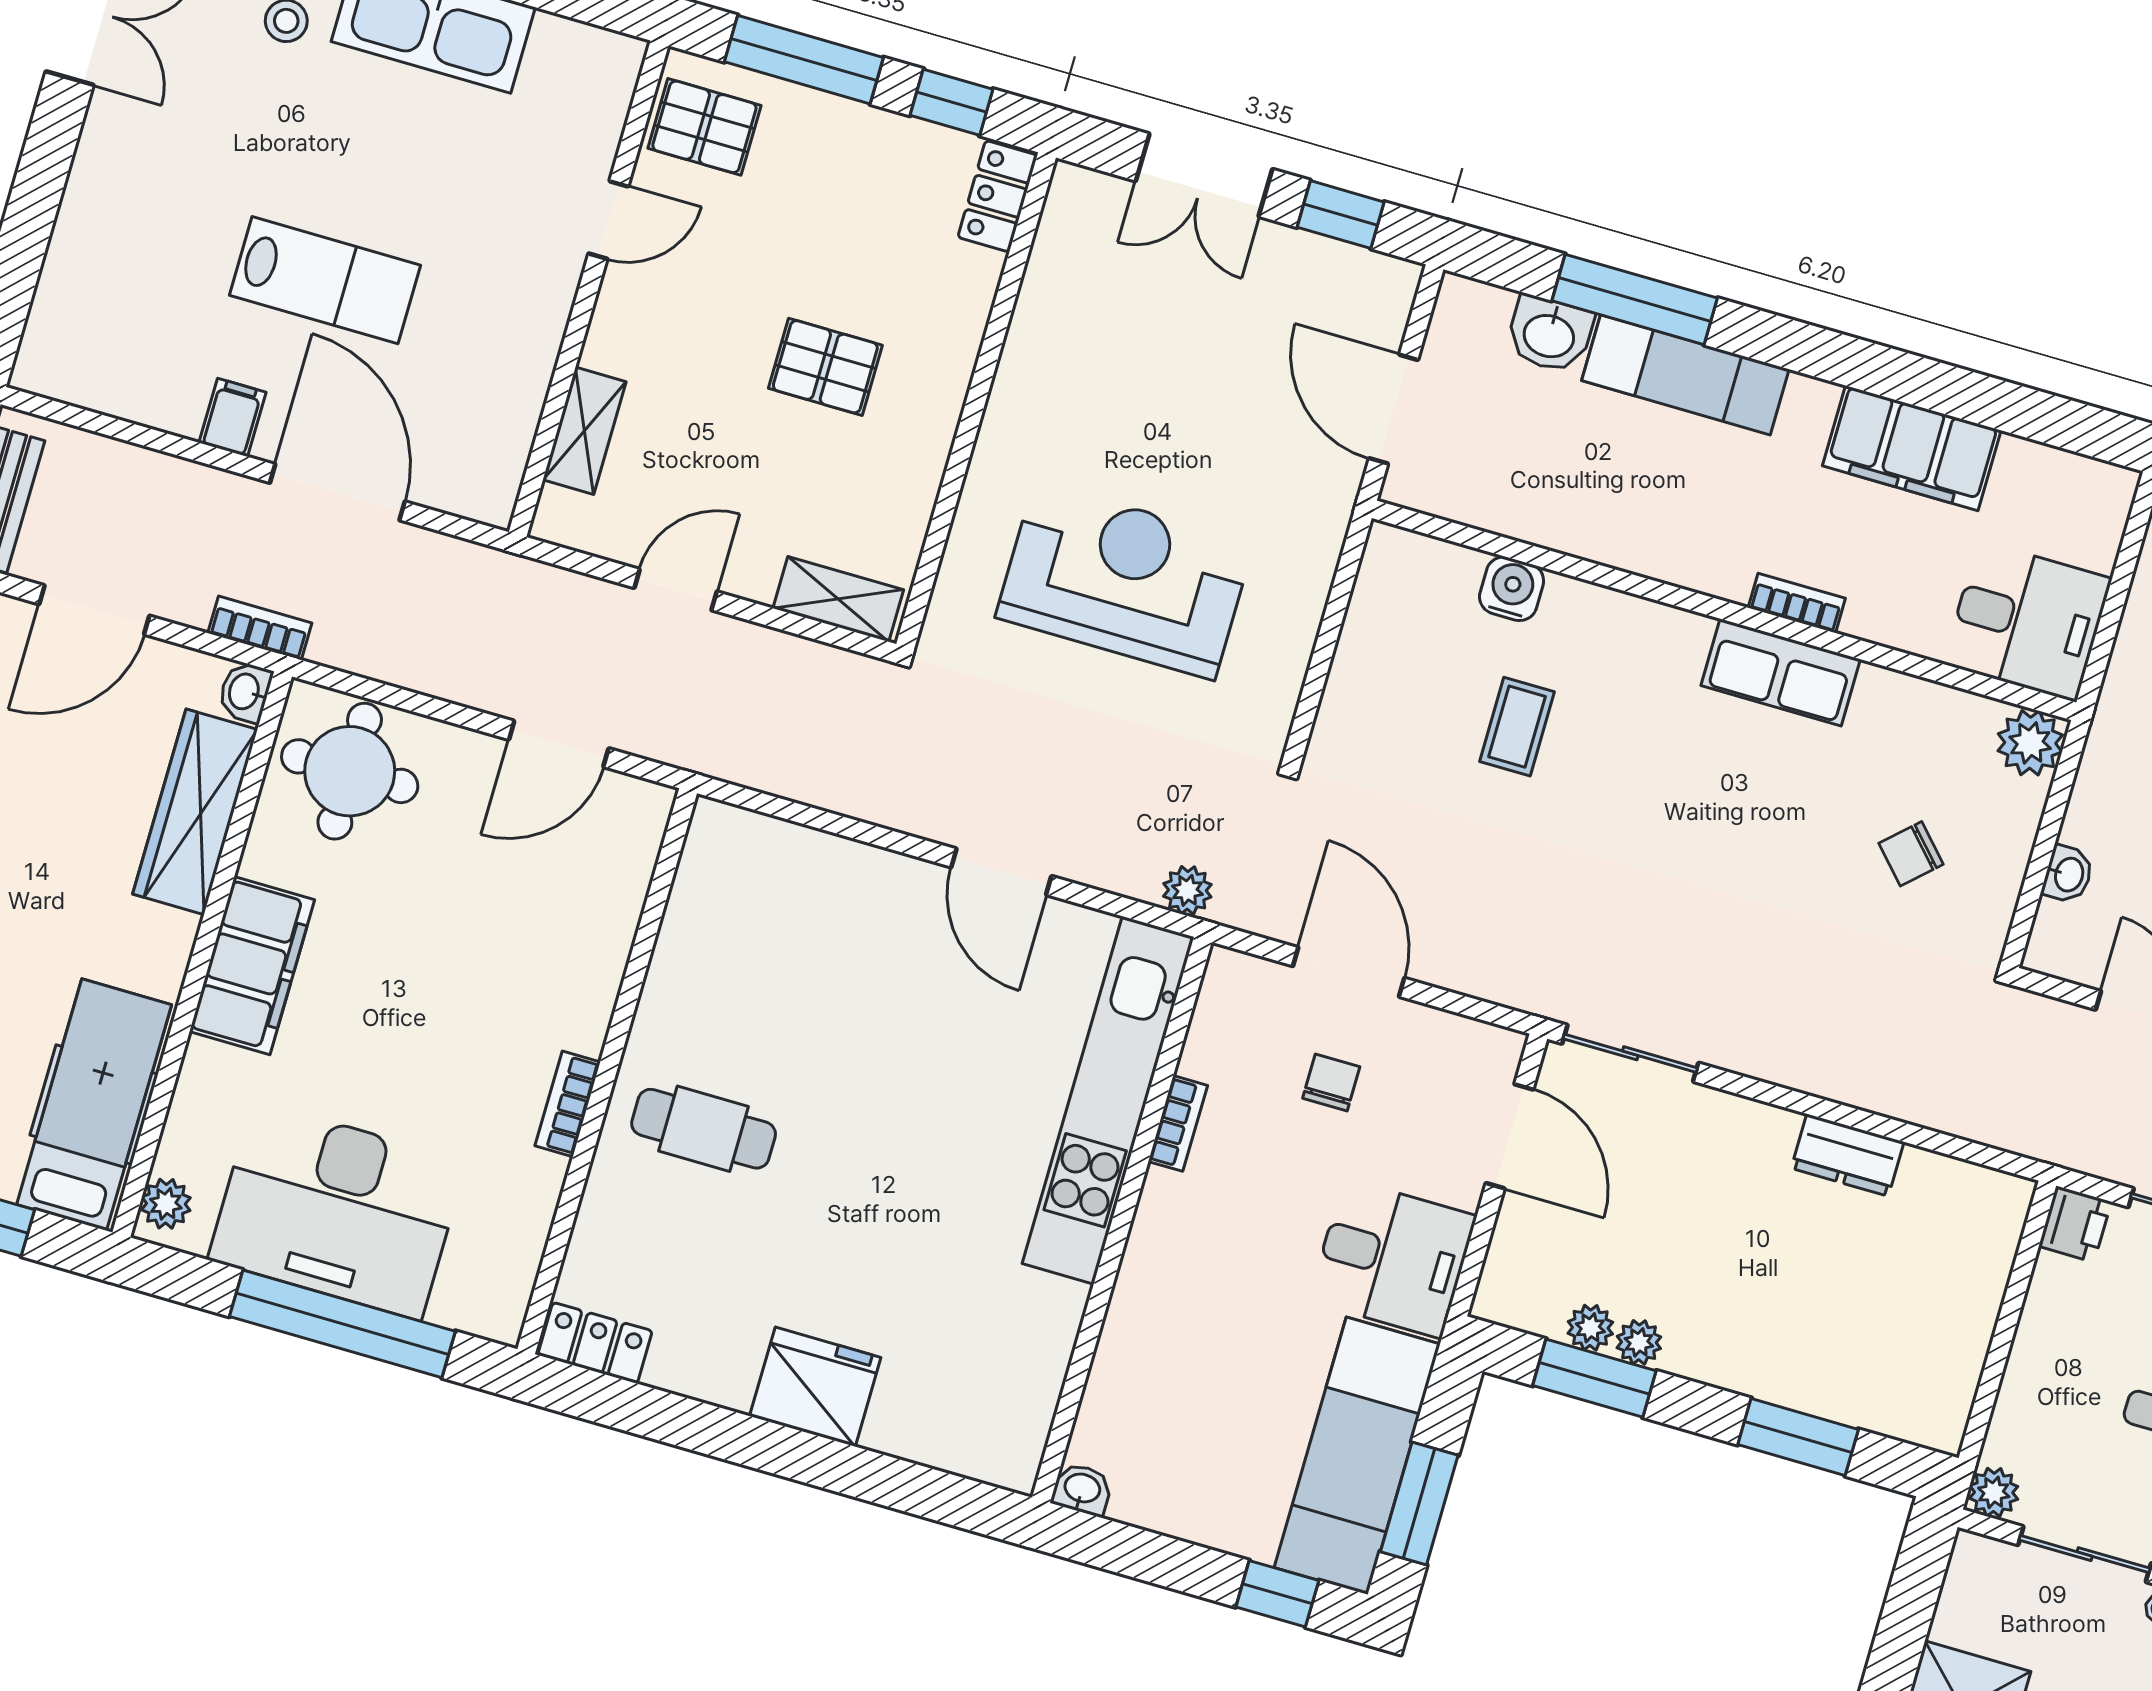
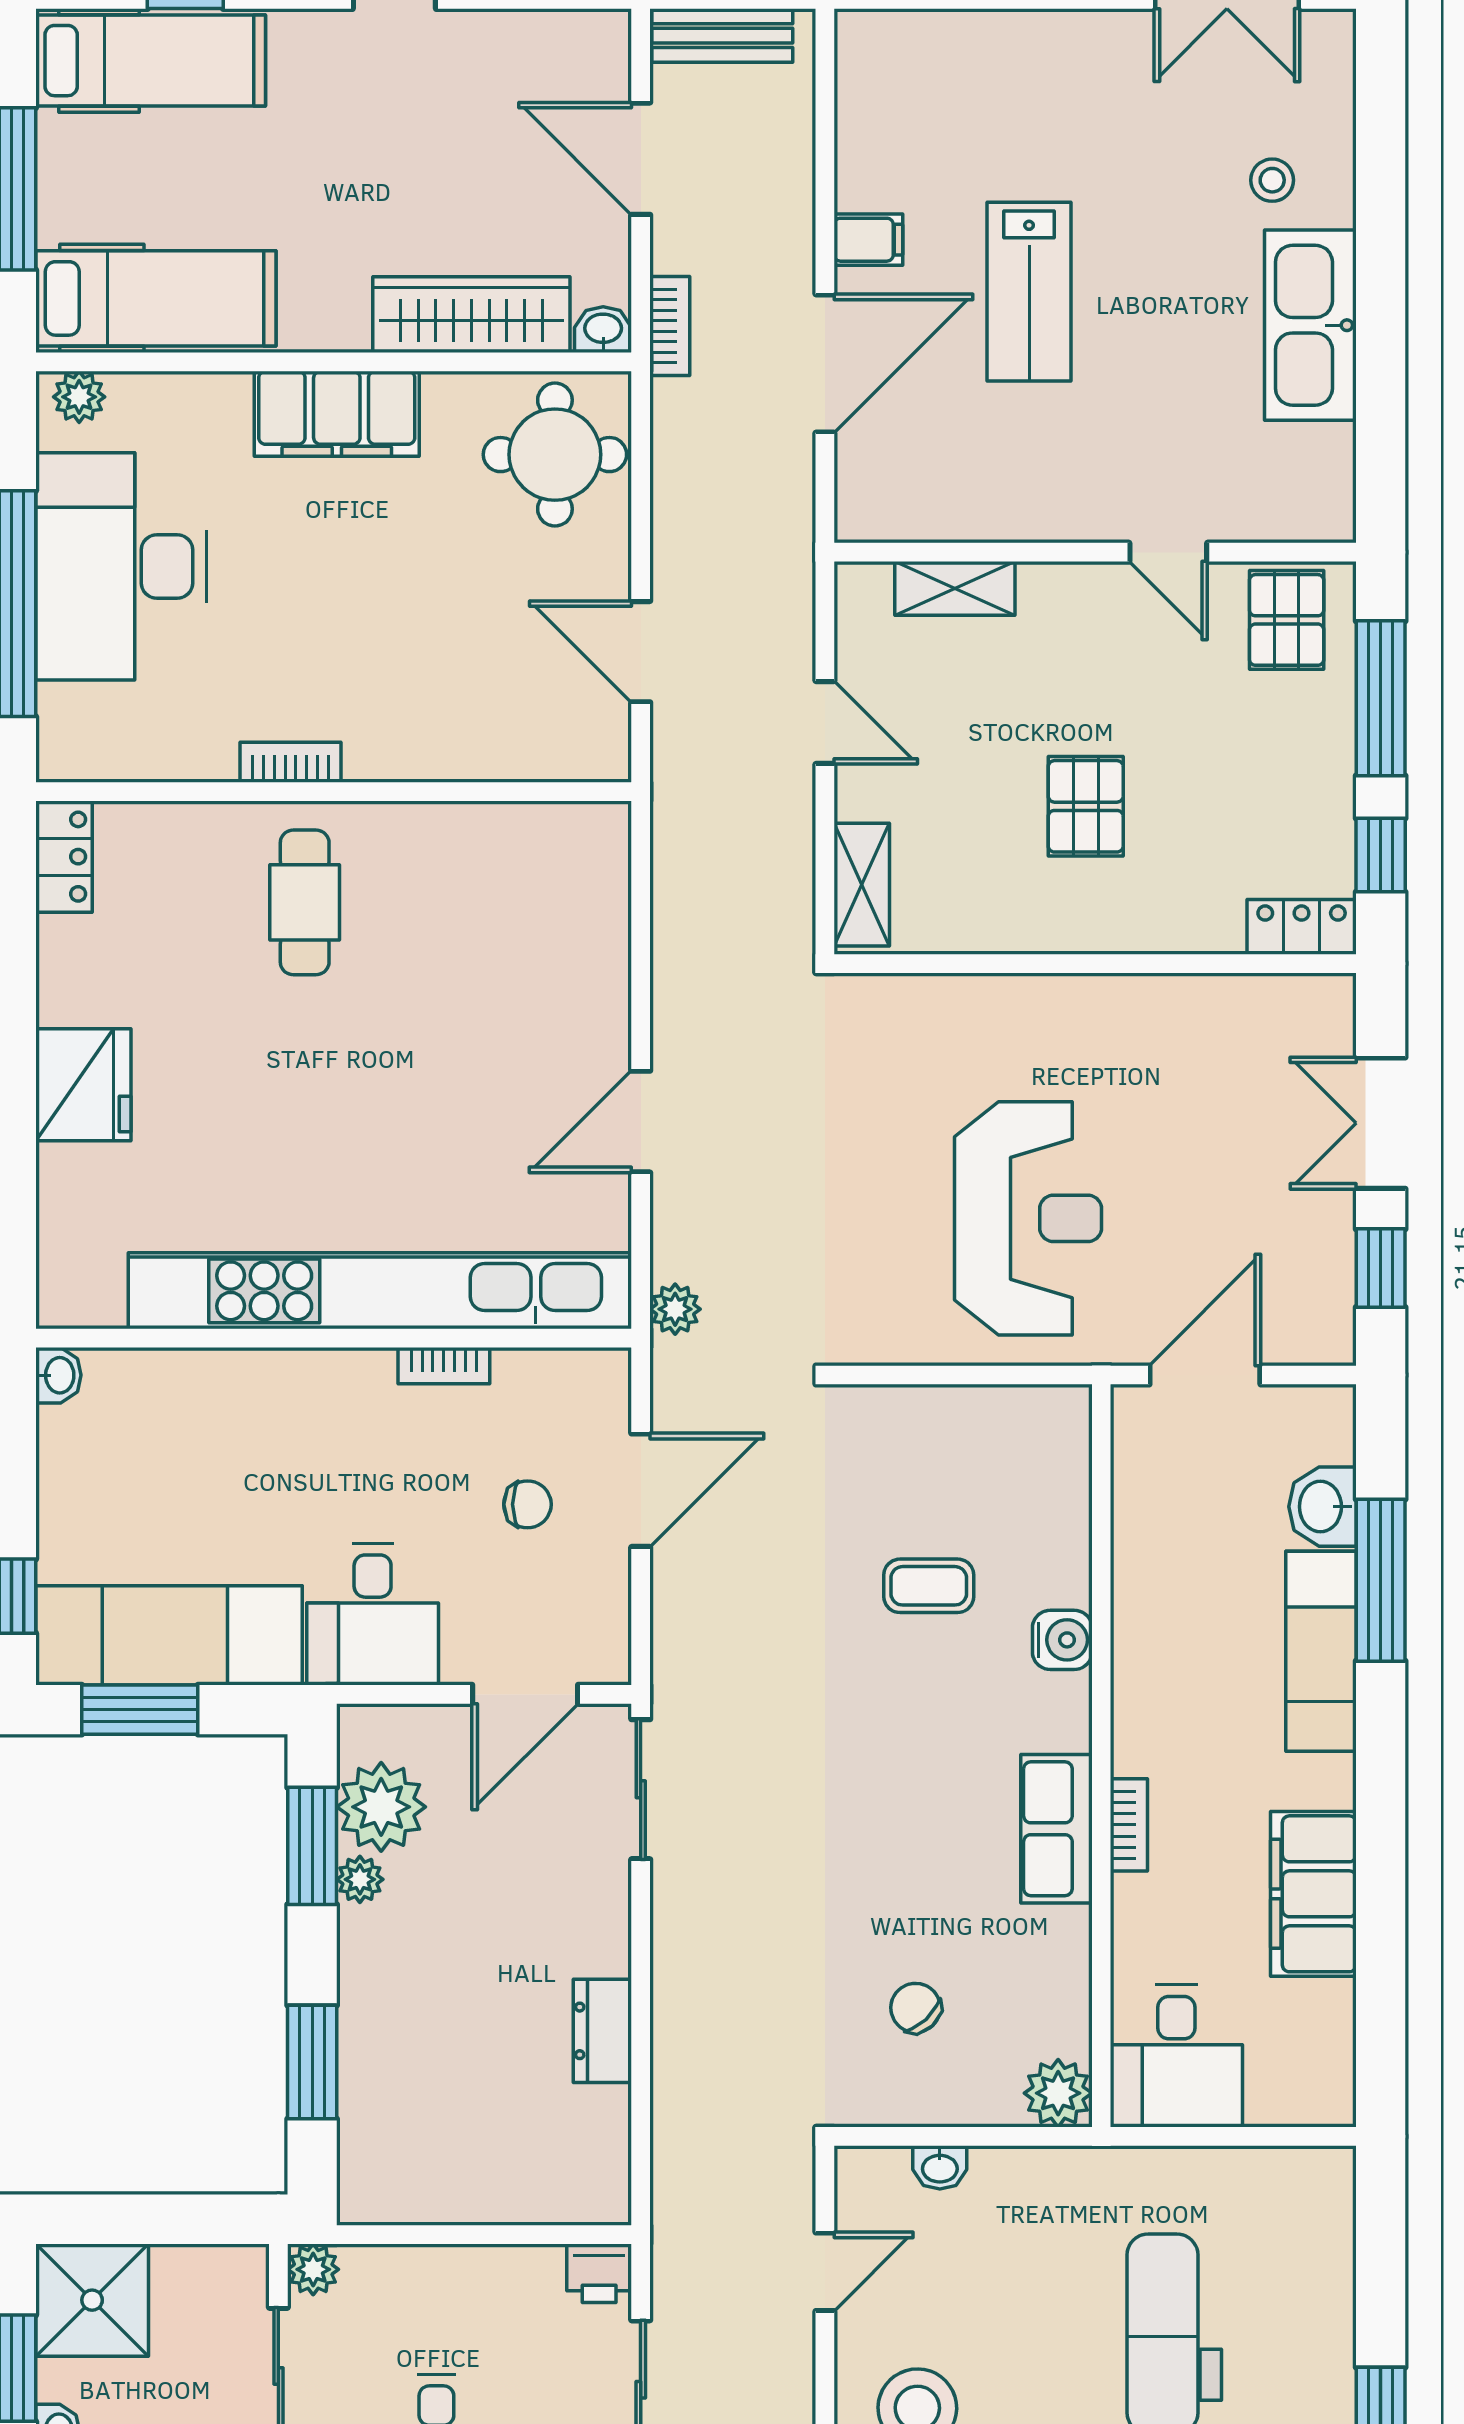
reception desk: (1125, 580) -> (1028, 1218), moved
water cooler: (1512, 589) -> (1062, 1640), moved
kitchen unit: (1108, 1100) -> (380, 1291), width x1.36
plant: (1590, 1328) -> (381, 1807), width x1.87, depth x1.87

